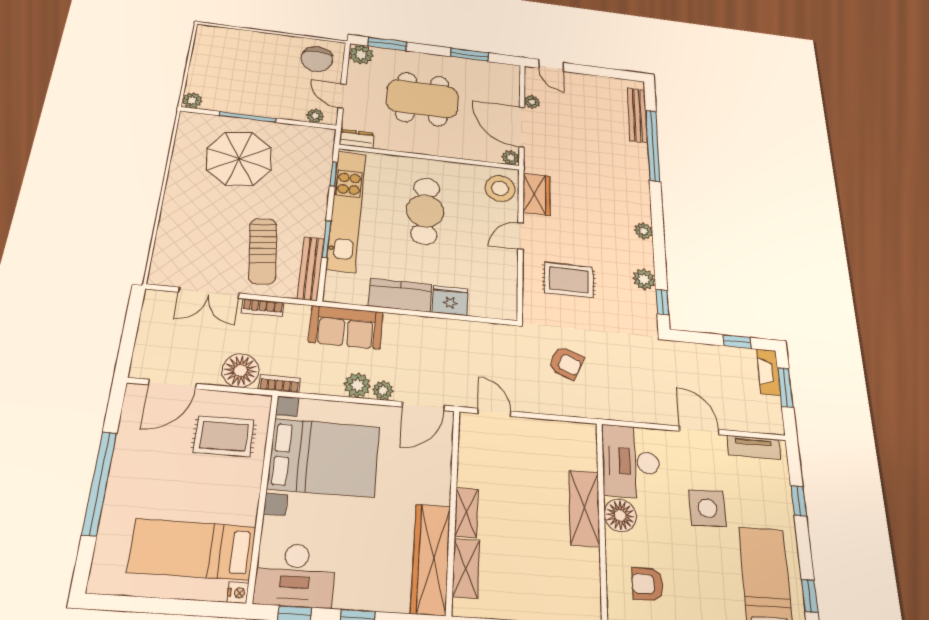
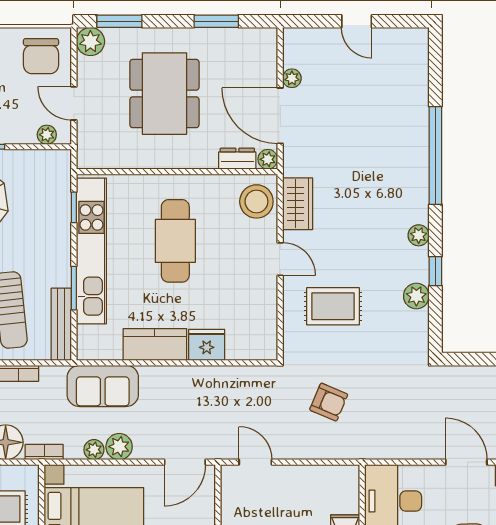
door: (551, 65) -> (357, 21), moved
dining table: (422, 99) -> (164, 94), turned 90
bench: (637, 115) -> (418, 79), removed
dresser: (357, 139) -> (237, 159), moved
window: (653, 145) -> (435, 155), moved
door: (521, 236) -> (280, 259), swing flipped
window: (662, 302) -> (435, 271), moved
plant: (383, 390) -> (94, 450), moved

